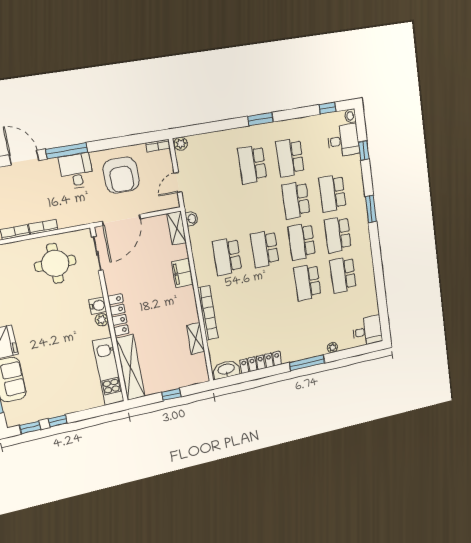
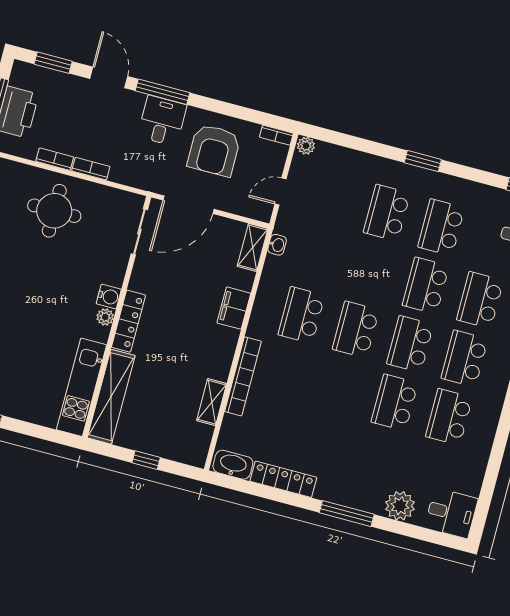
round table: (55, 263) -> (54, 211), moved
plant: (332, 347) -> (400, 506), width x1.87, depth x1.87

